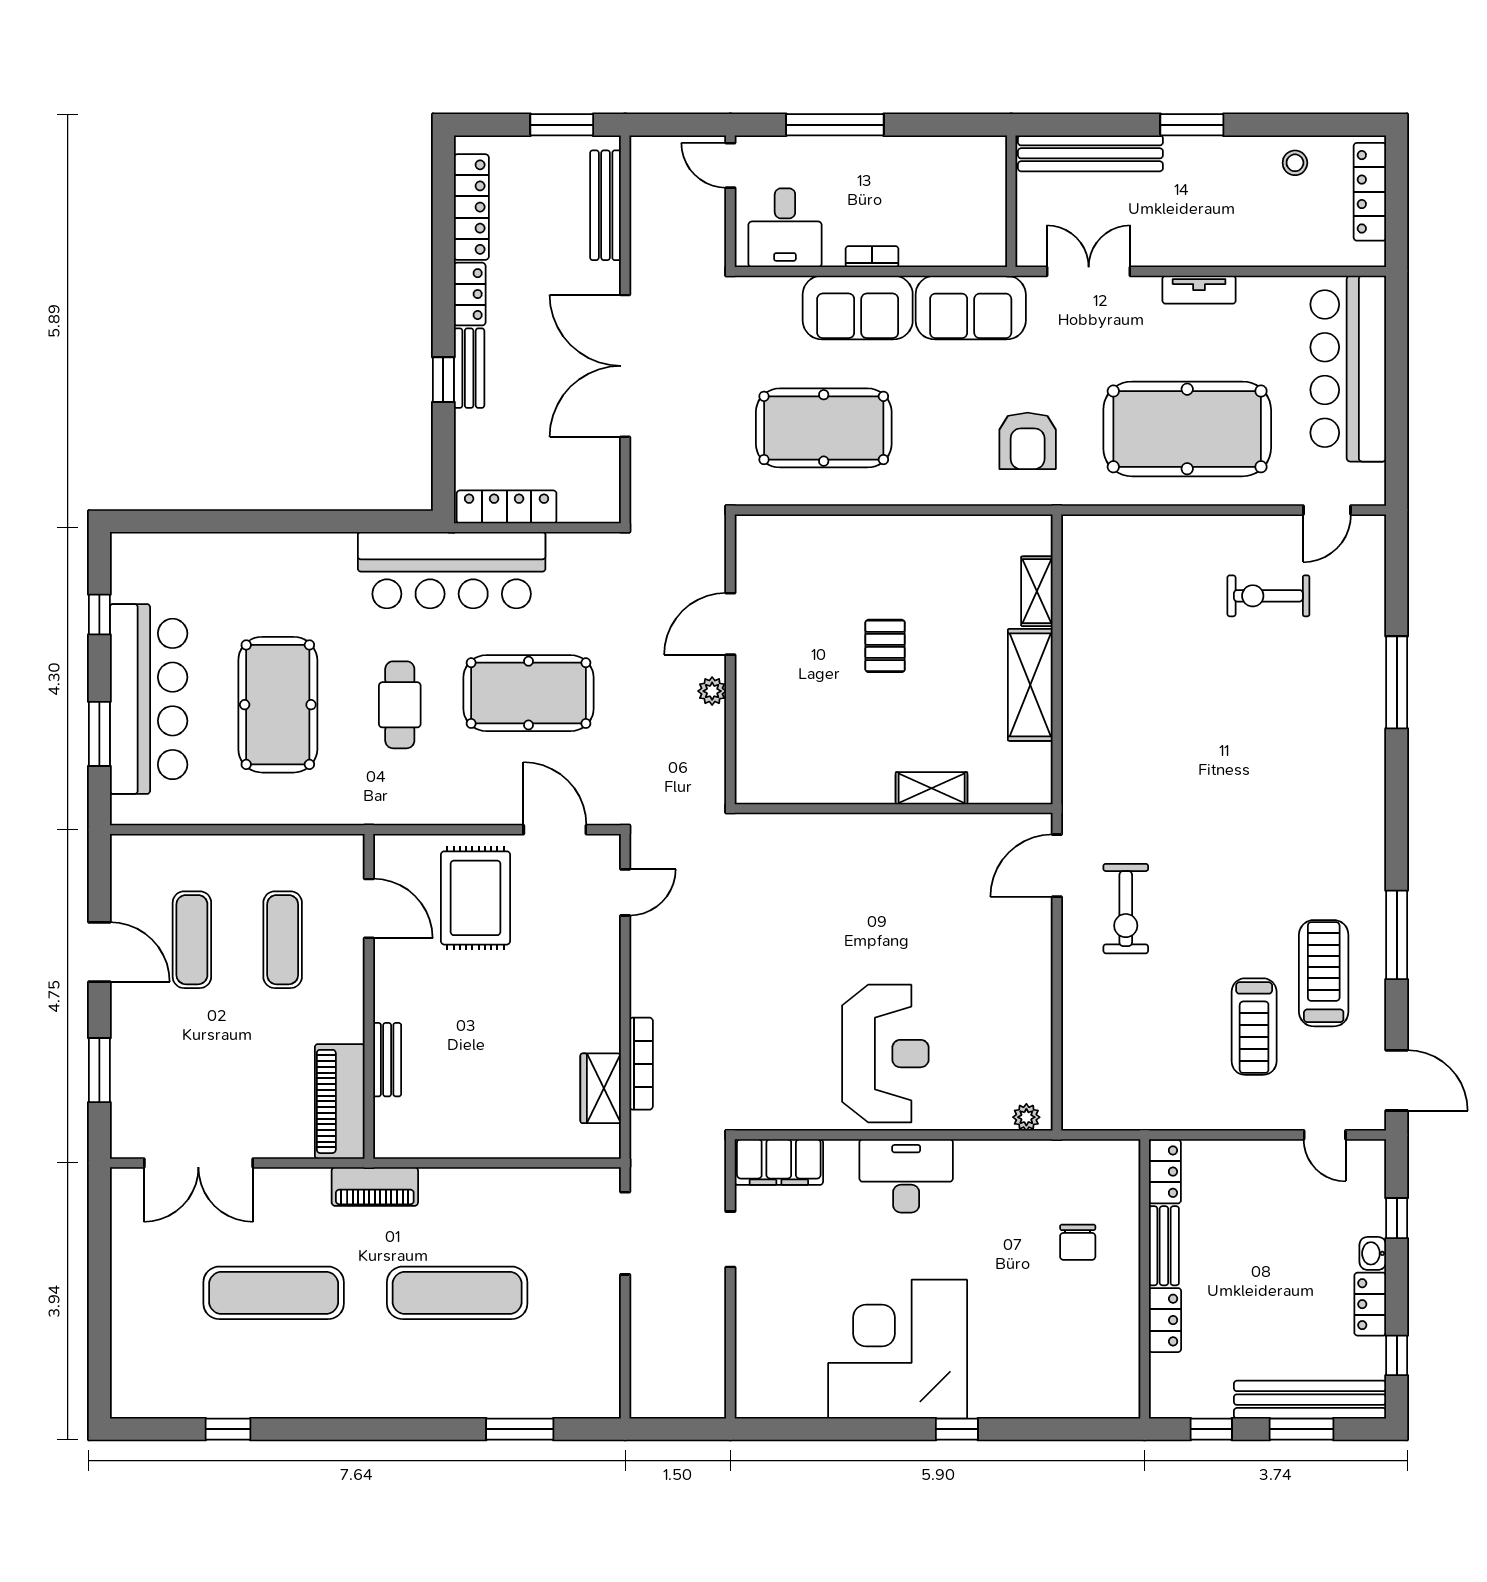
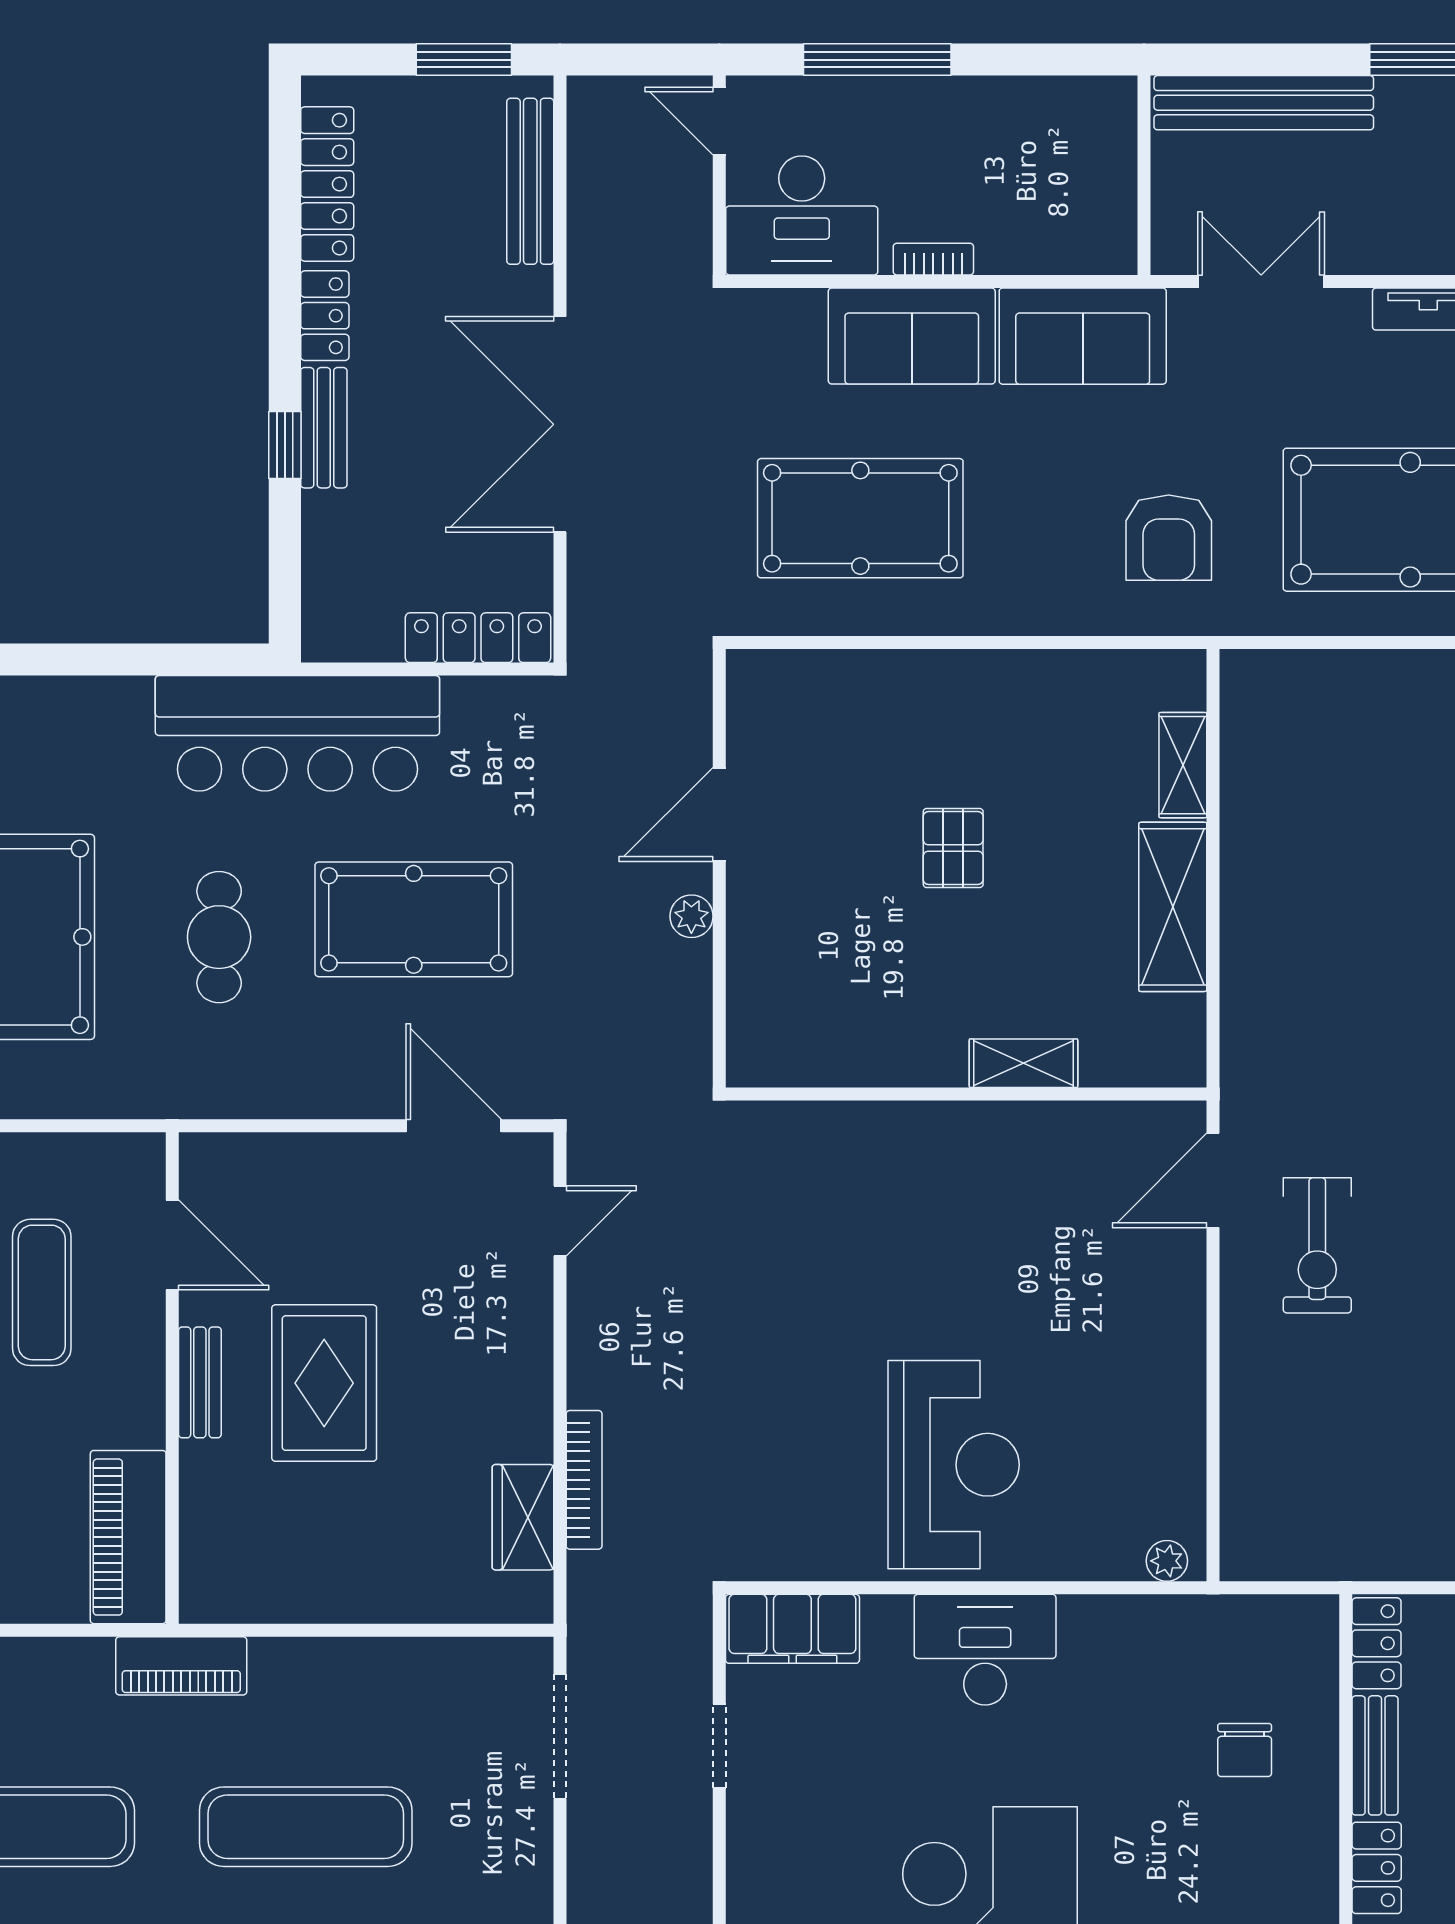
desk: (785, 228) -> (802, 215), width x1.37
locker: (507, 507) -> (478, 638), moved
rug: (475, 898) -> (324, 1383), moved
bench: (387, 1060) -> (200, 1382), moved

